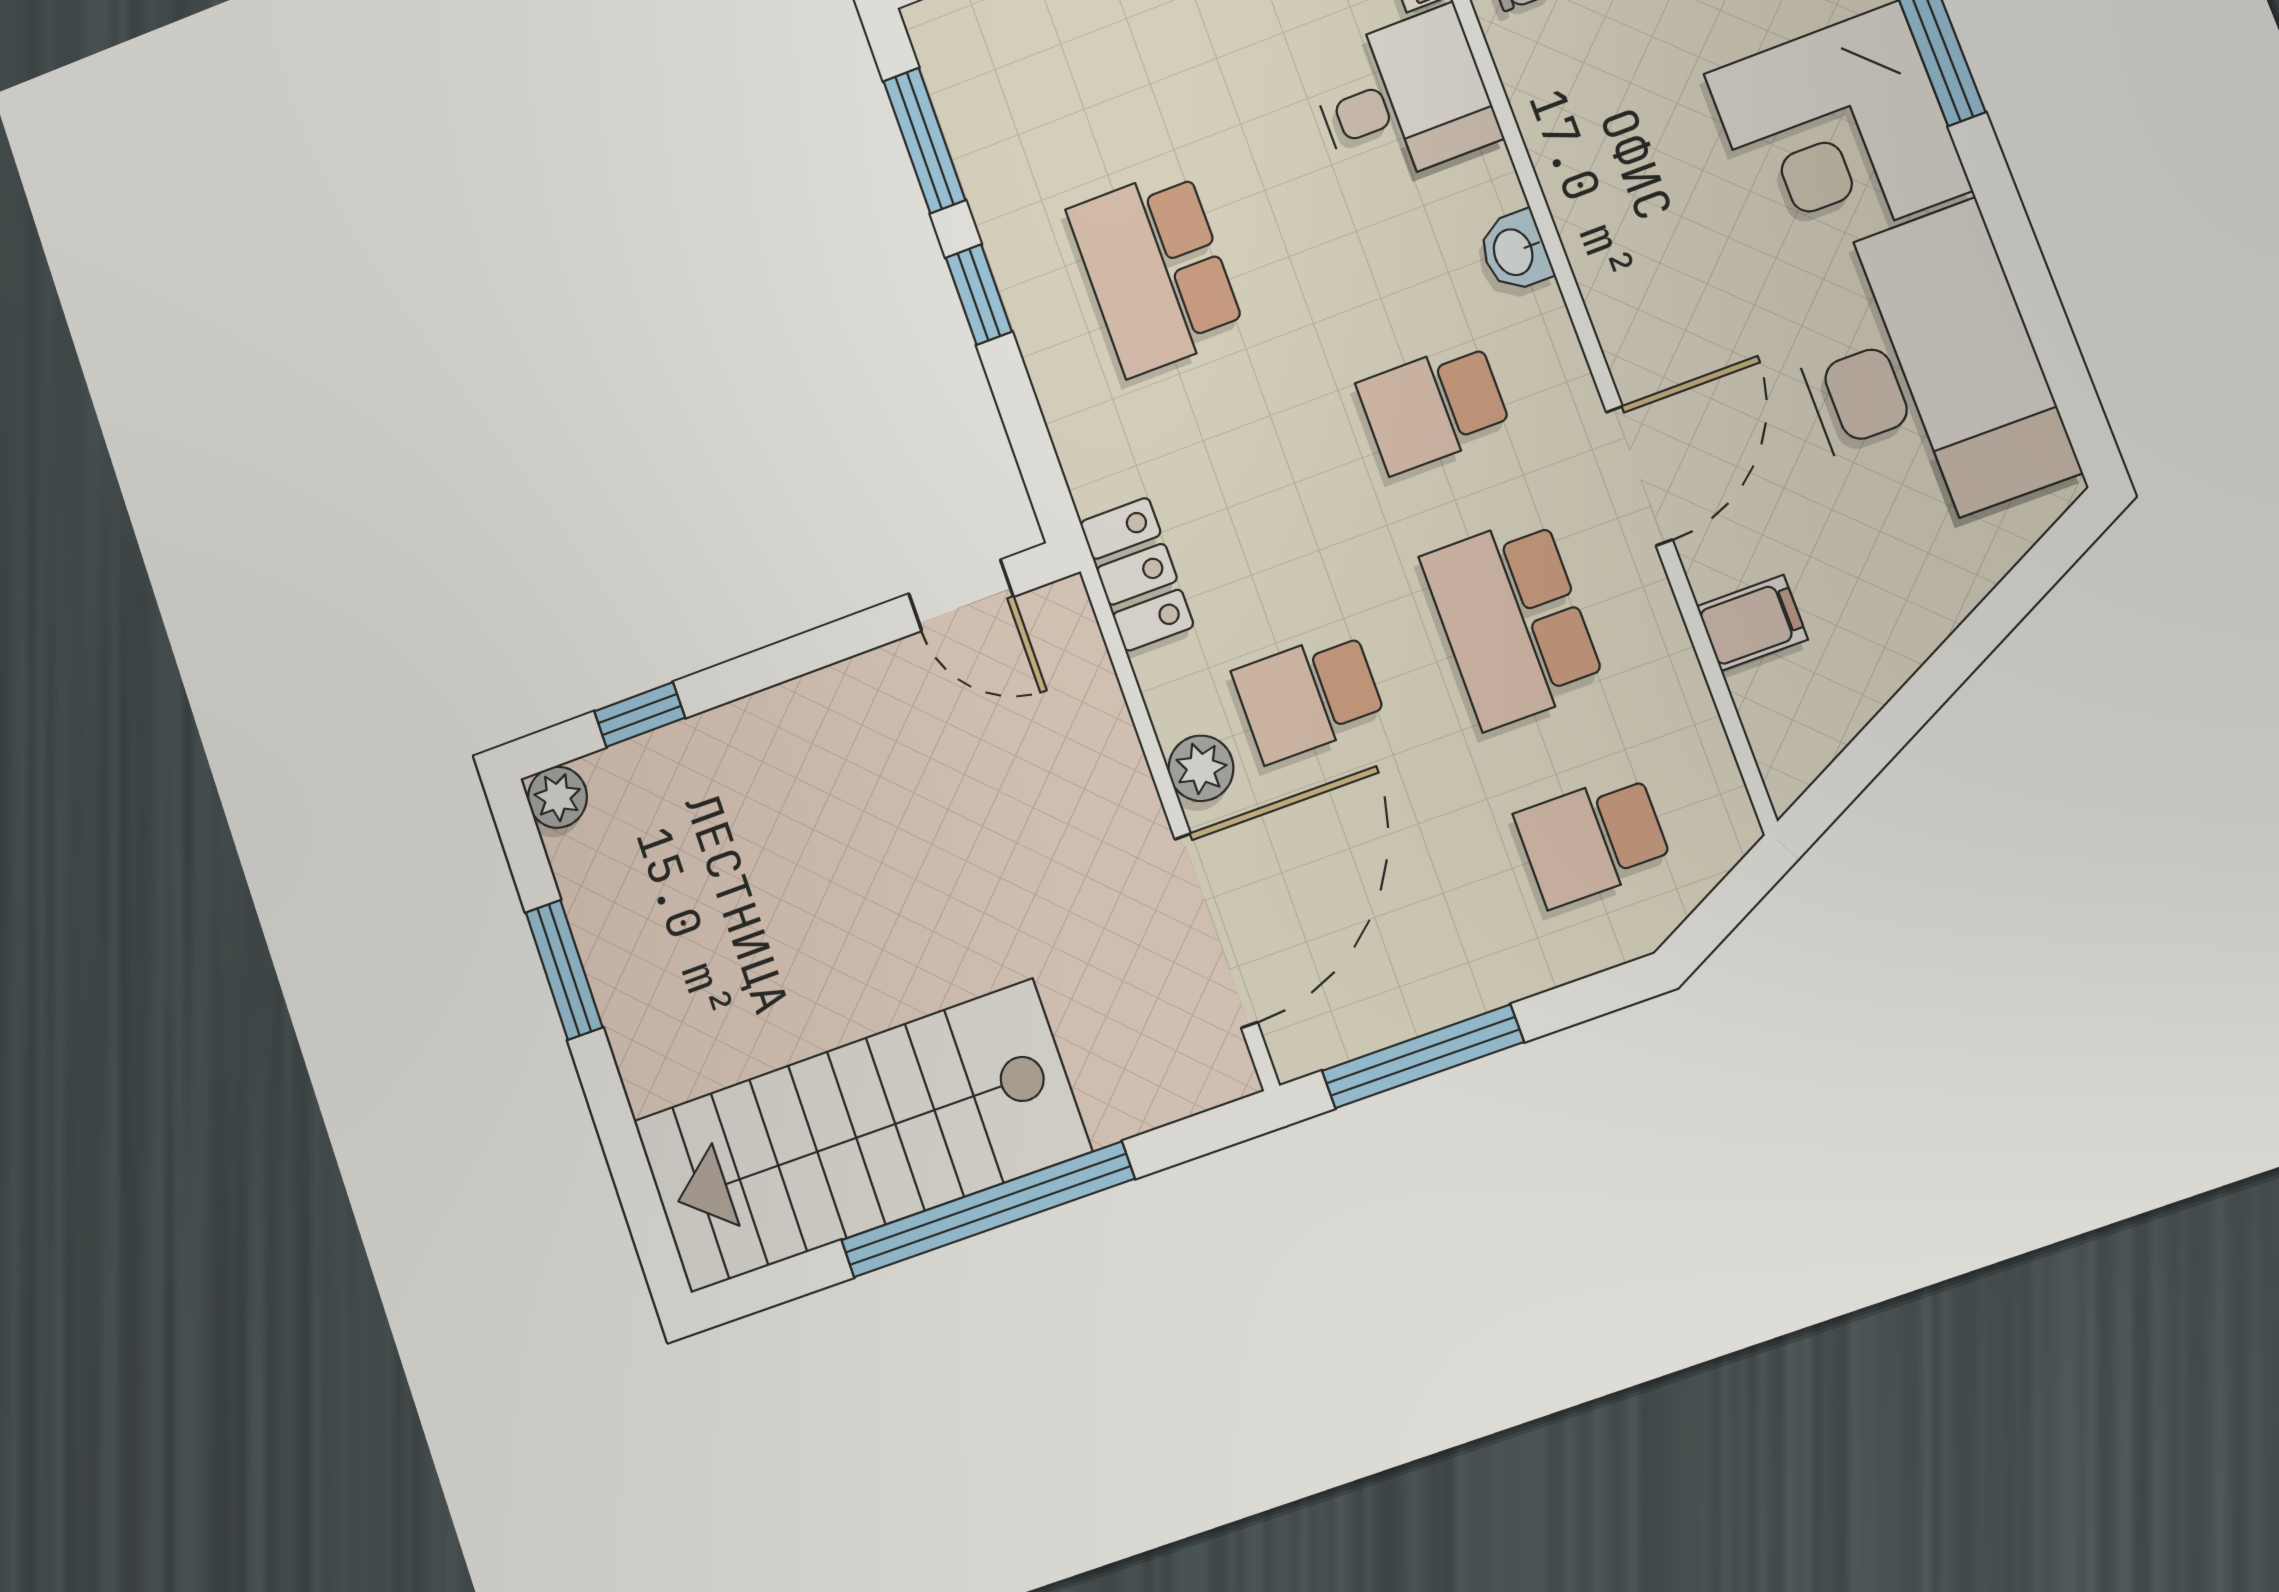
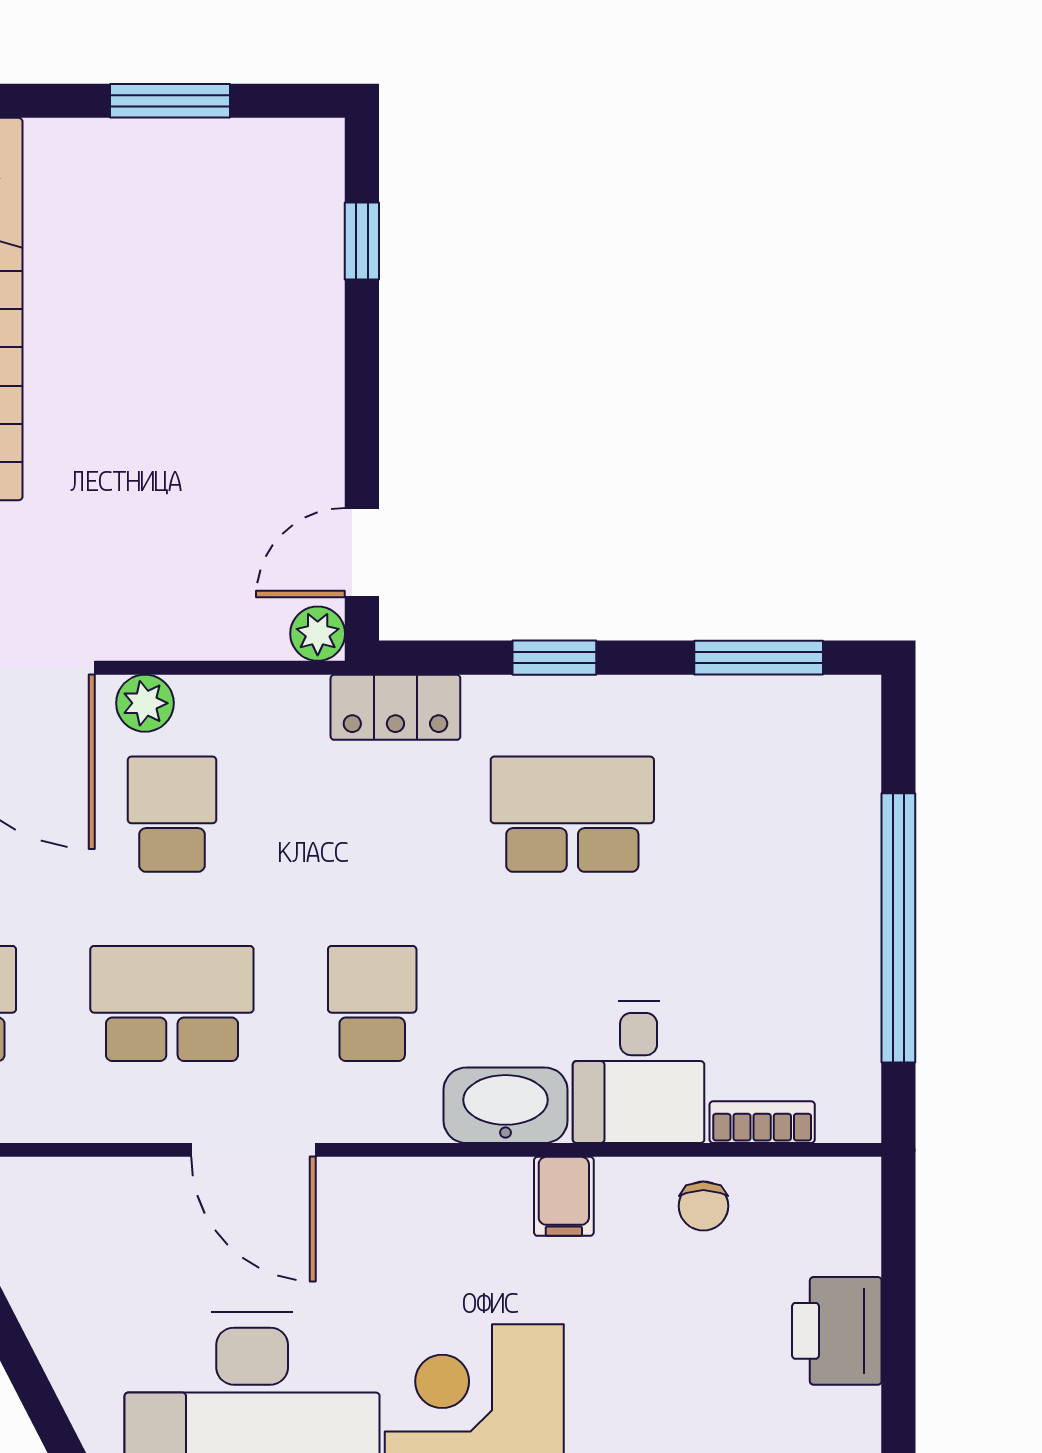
washbasin: (1515, 252) -> (505, 1105), width x1.91, depth x1.45
window: (979, 295) -> (554, 658), moved
locker: (1137, 574) -> (395, 707), moved
filing cabinet: (1752, 623) -> (564, 1196), moved
plant: (558, 797) -> (318, 634), moved

